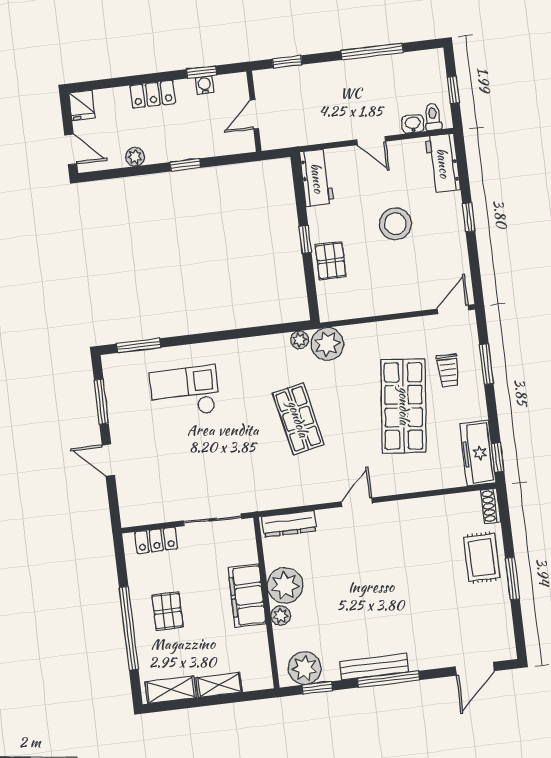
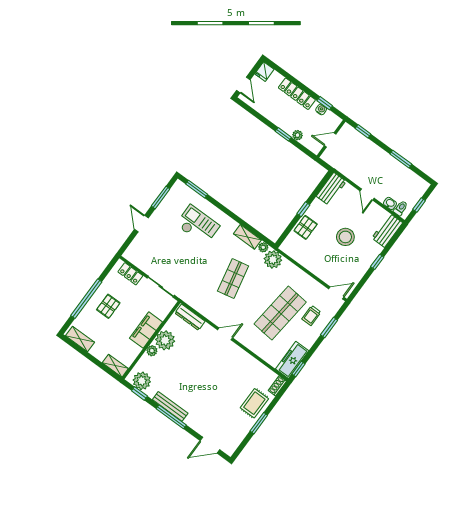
window: (372, 51) -> (401, 159), width x0.69
locker: (153, 94) -> (297, 94), width x1.53
plant: (135, 157) -> (298, 135), moved
shelving: (265, 346) -> (247, 237), added
shelving: (219, 685) -> (115, 366), moved

